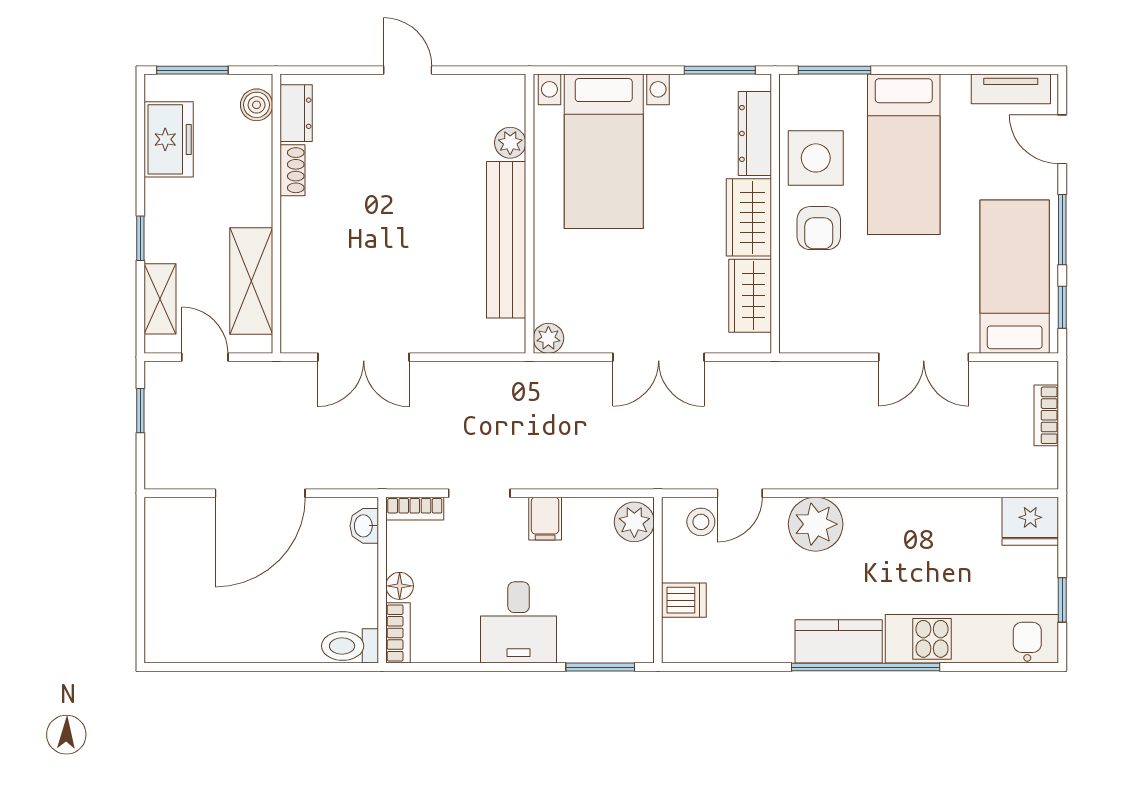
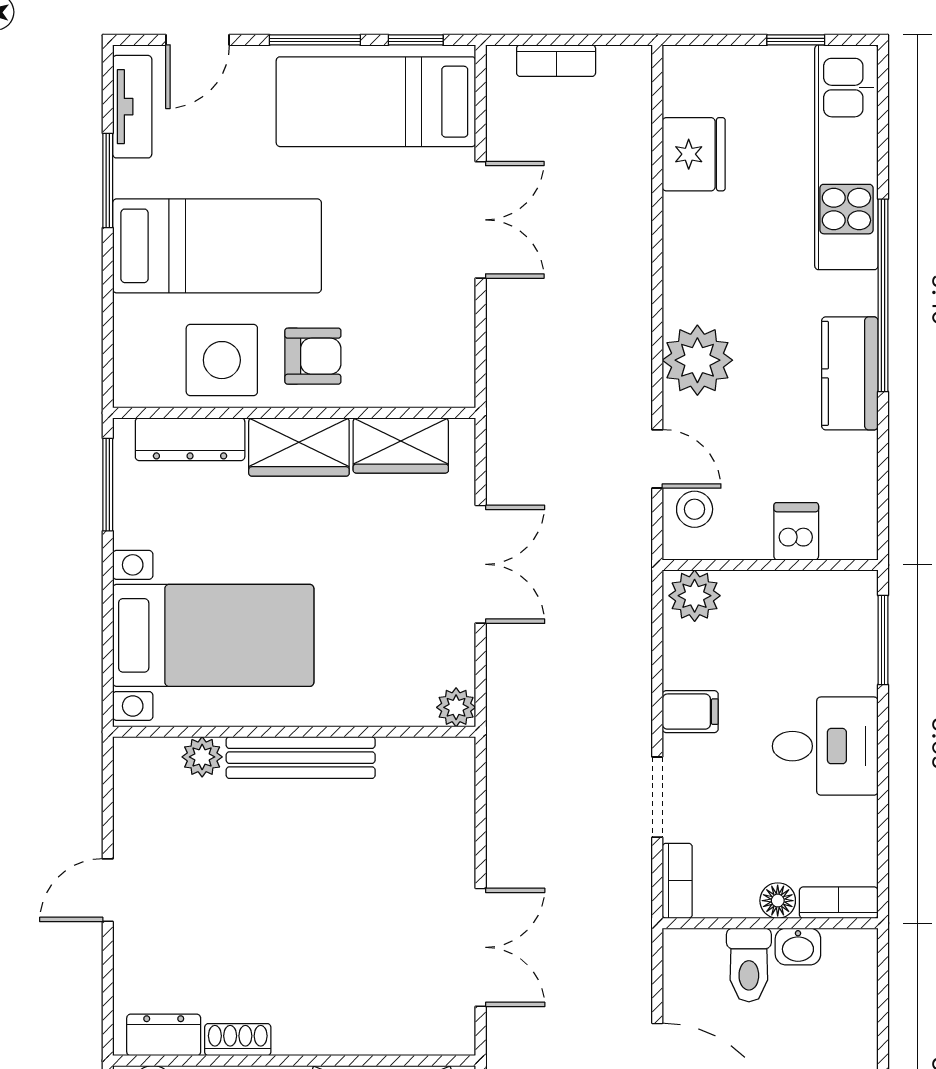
window: (835, 70) -> (108, 181), moved
bench: (506, 240) -> (301, 758), width x0.73, depth x0.82
fridge: (1030, 521) -> (694, 154), moved
washbasin: (364, 526) -> (798, 947), moved
kitchen counter: (839, 641) -> (850, 373), moved
toilet: (350, 646) -> (749, 965), moved

